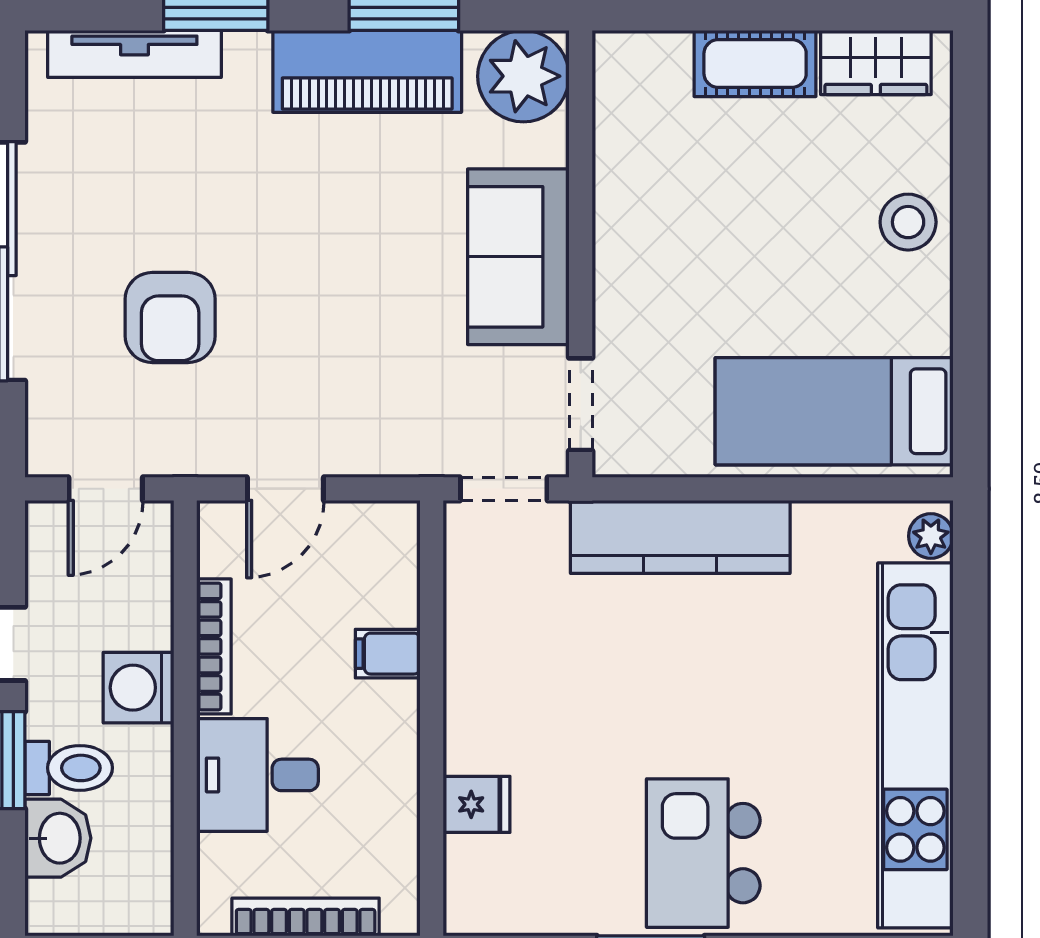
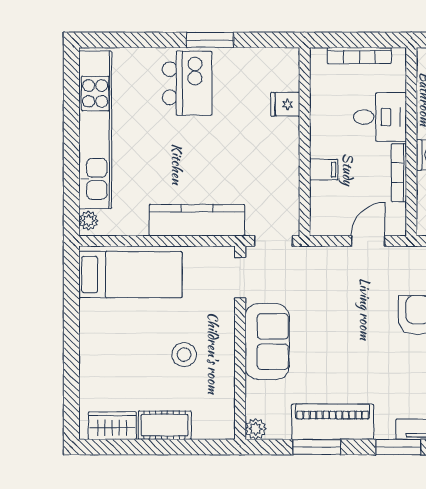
plant: (523, 76) -> (256, 429), width x0.53, depth x0.53
stool: (908, 222) -> (184, 355), moved

